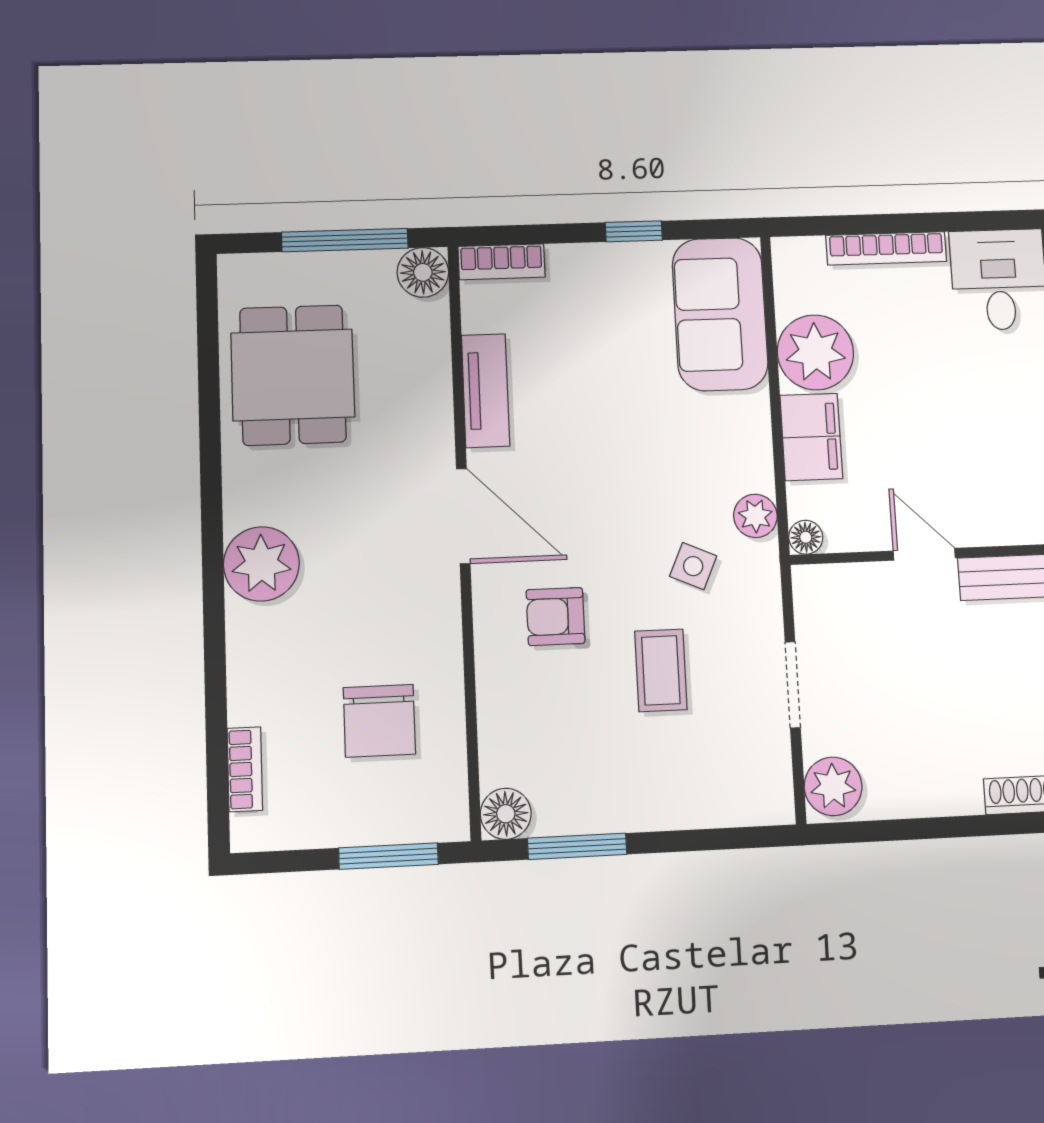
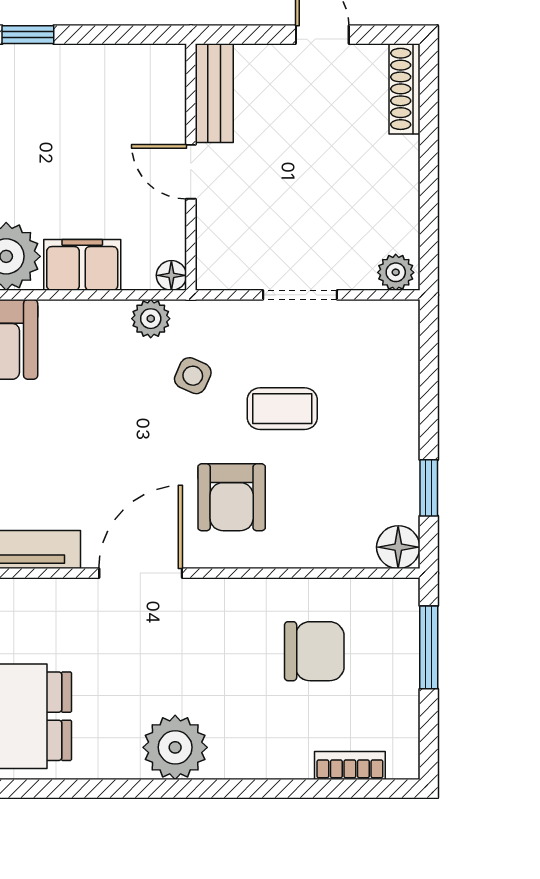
door: (924, 554) -> (191, 172), hinge flipped
armchair: (556, 617) -> (232, 497), width x1.38, depth x1.38
plant: (833, 786) -> (396, 272), width x0.73, depth x0.73
window: (577, 846) -> (429, 488), width x0.67

